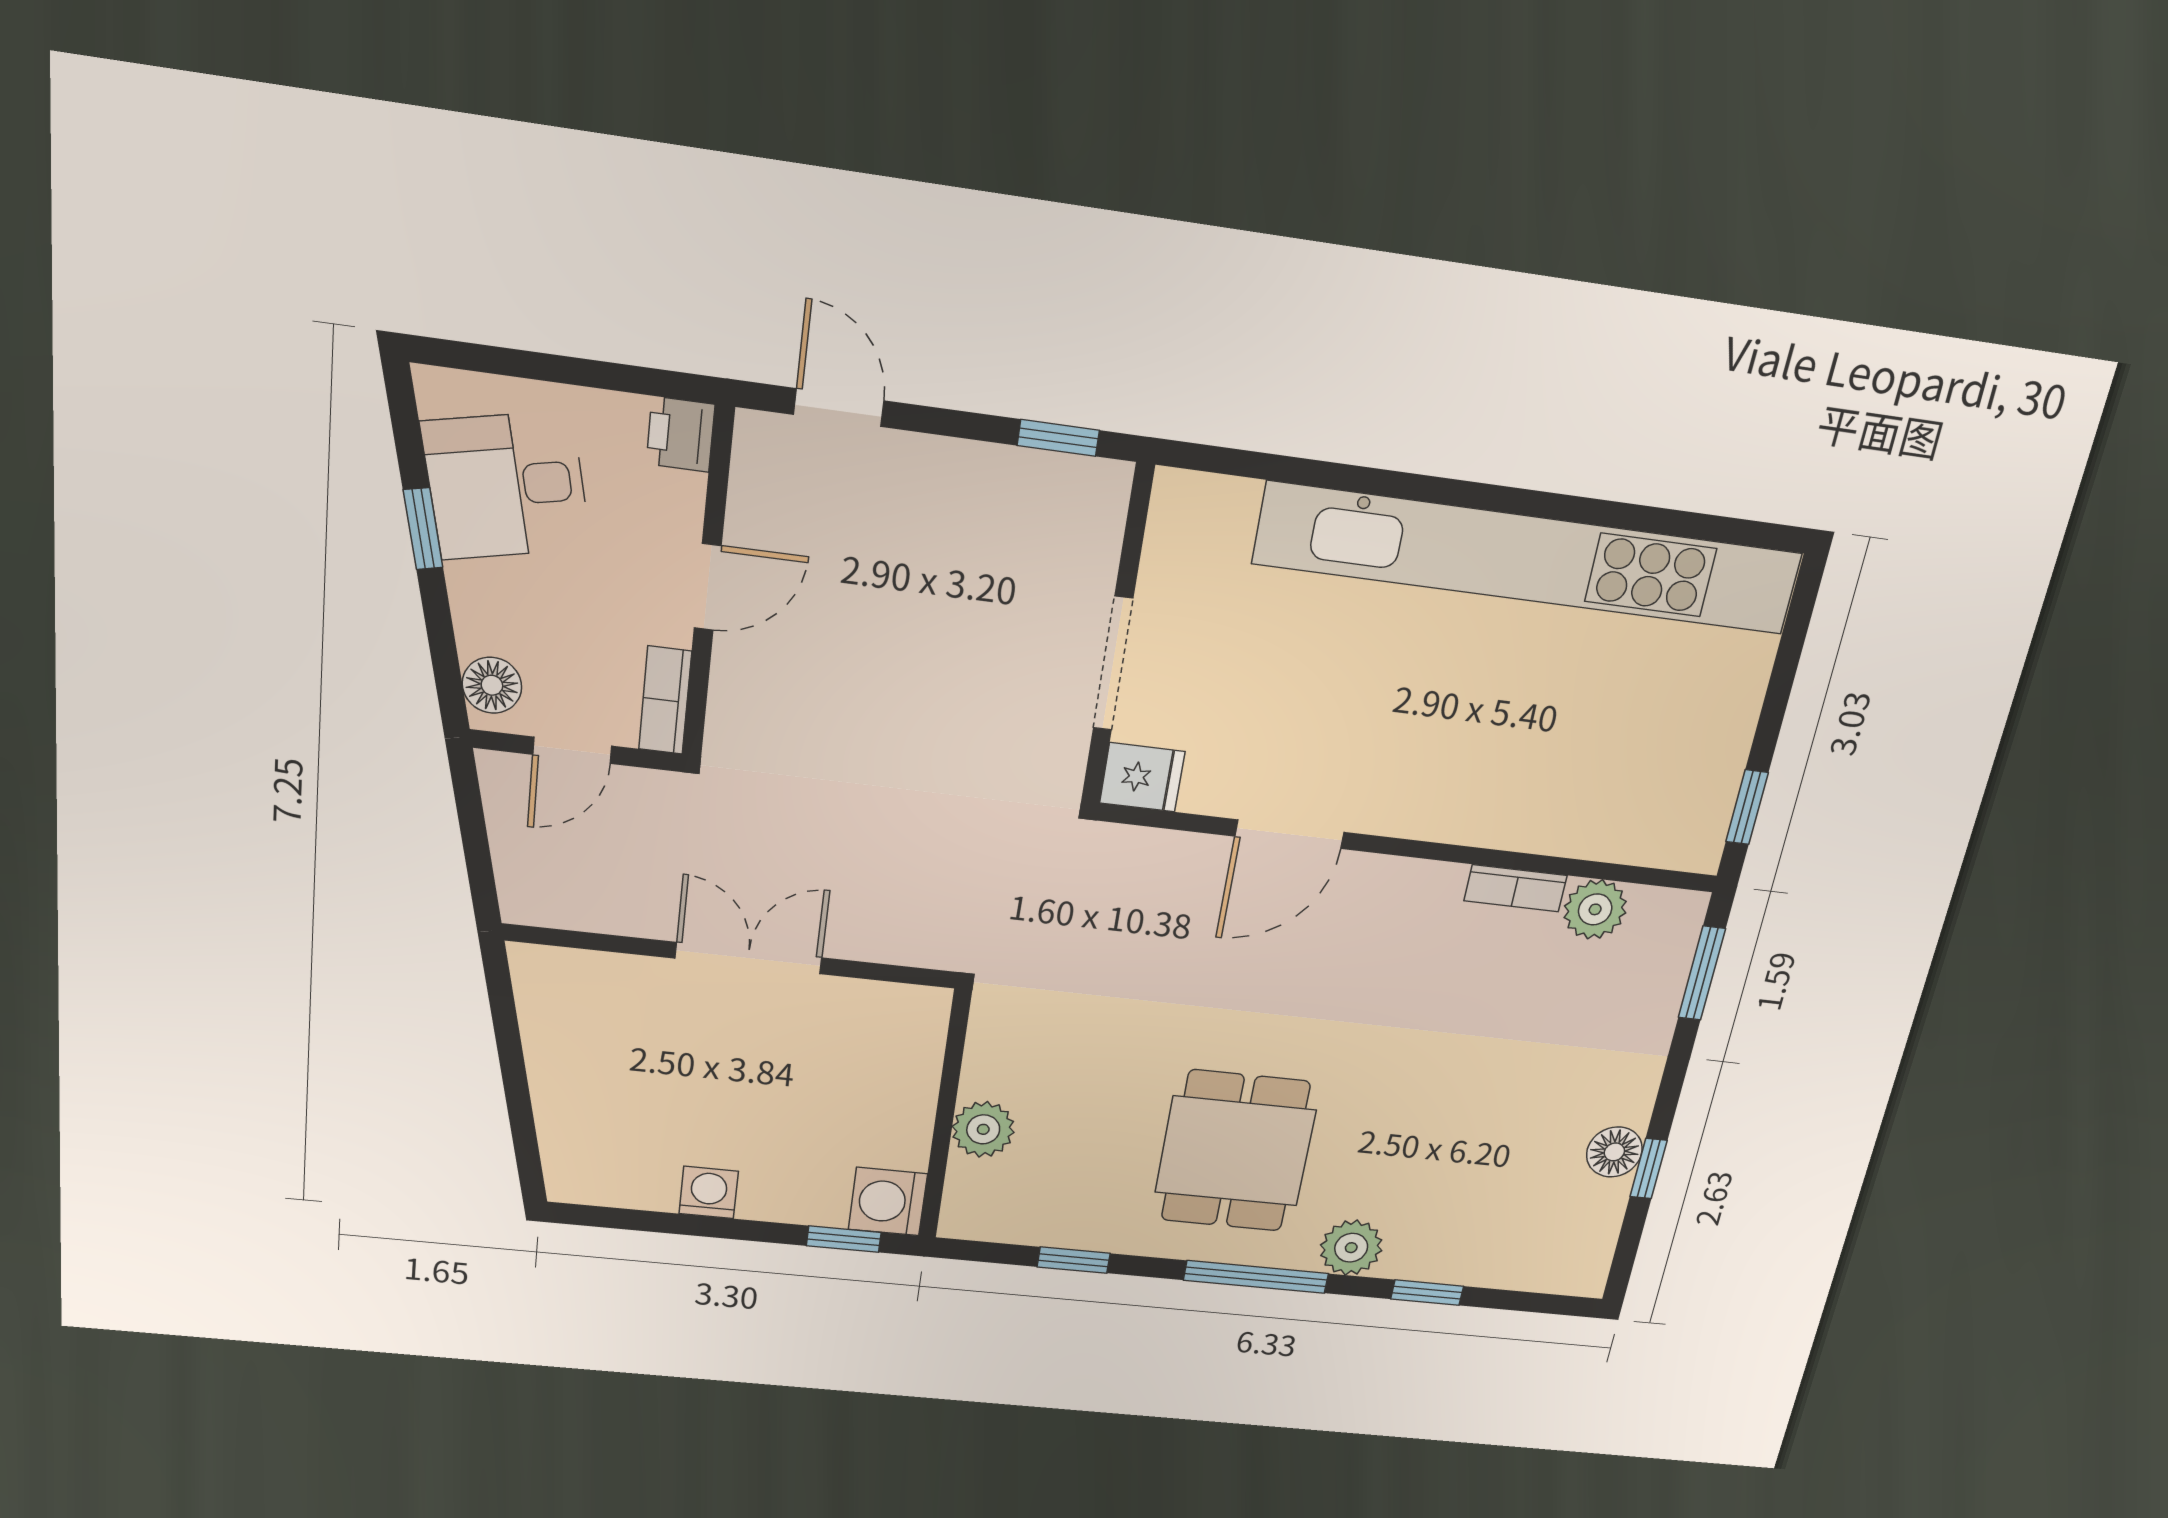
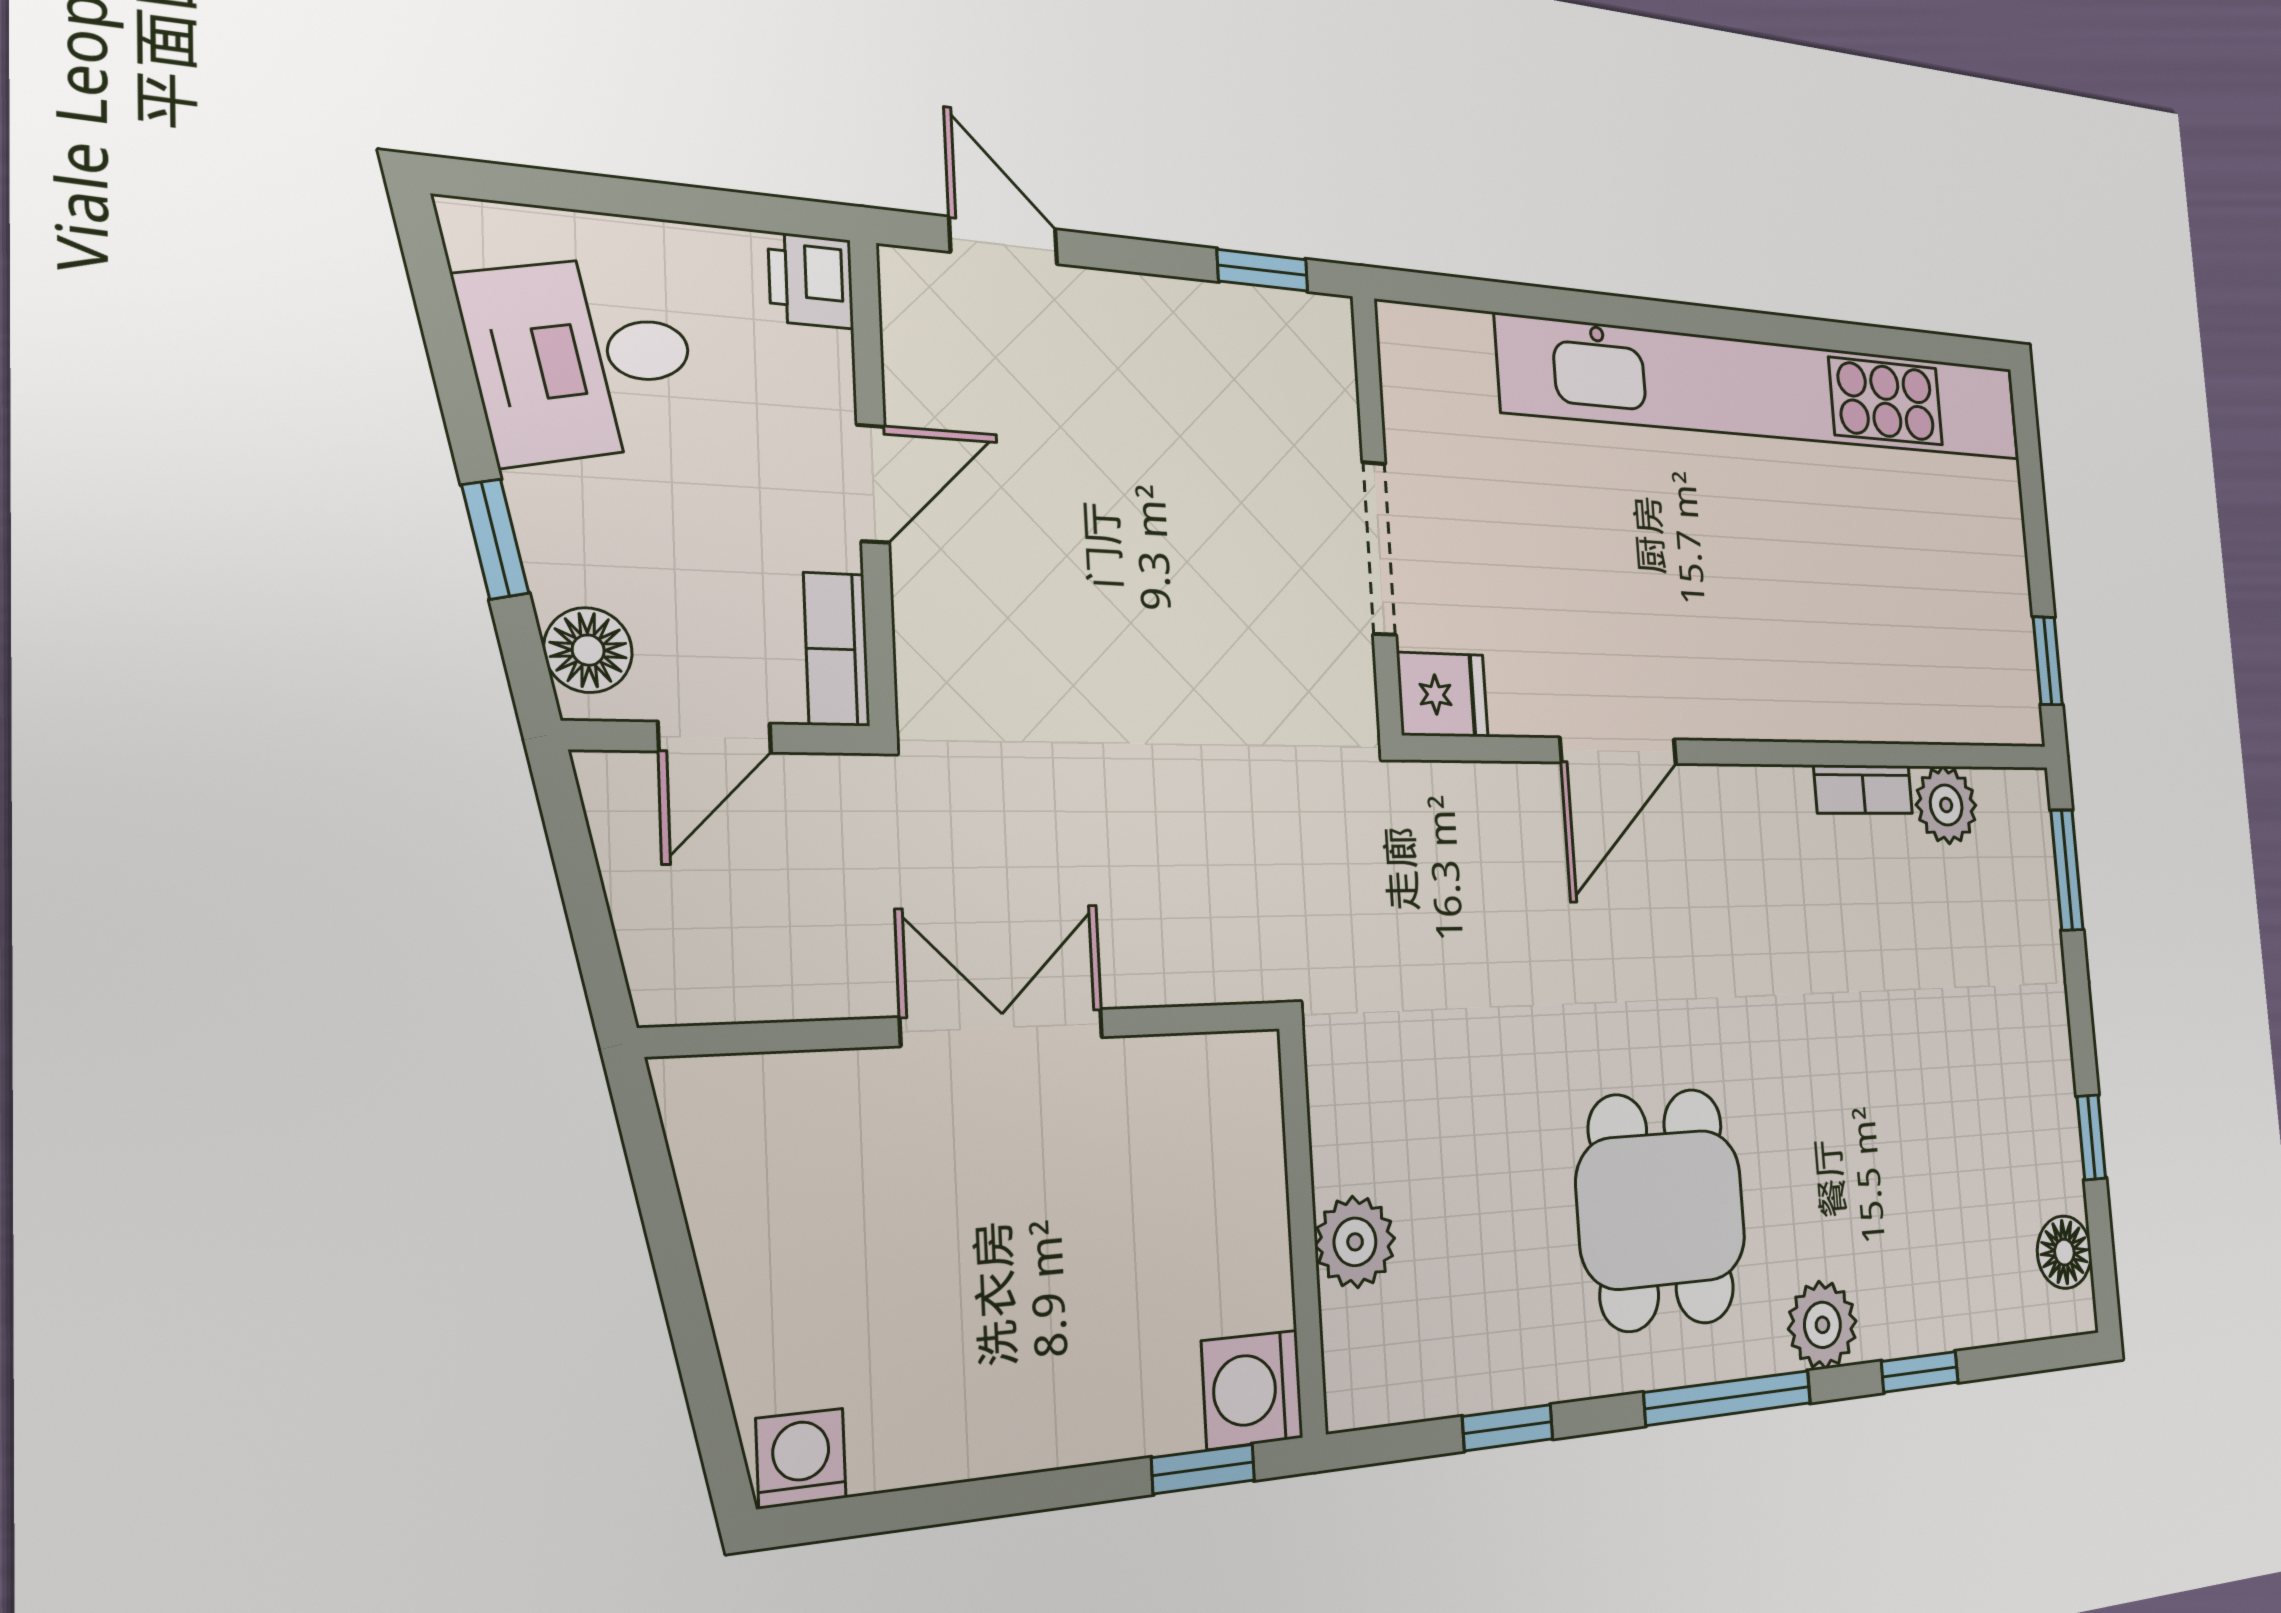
window: (423, 529) -> (495, 539), moved
floor lamp: (1614, 1152) -> (2064, 1252), moved
washing machine: (709, 1192) -> (801, 1458), moved

